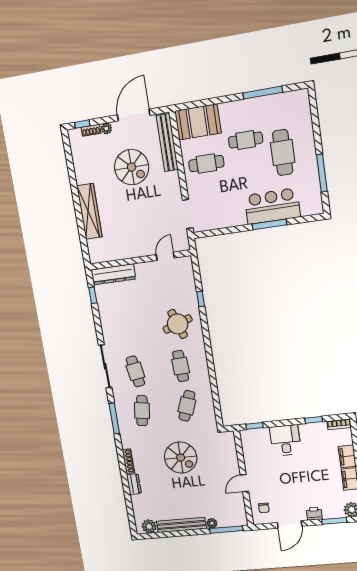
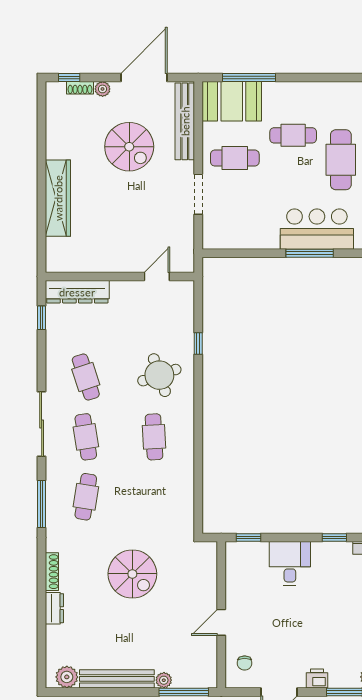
window: (263, 93) -> (249, 77), moved
doorway: (188, 214) -> (198, 194), moved
cafe table: (187, 406) -> (86, 377), moved, turned -39

